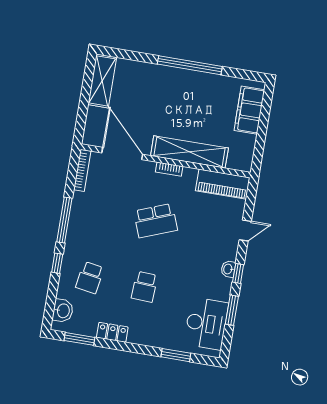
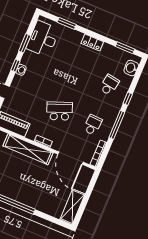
school desk: (145, 287) -> (93, 125), moved
locker: (112, 332) -> (92, 42), moved

